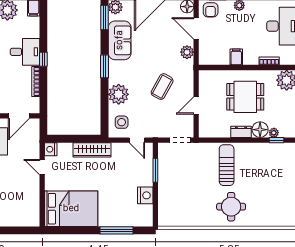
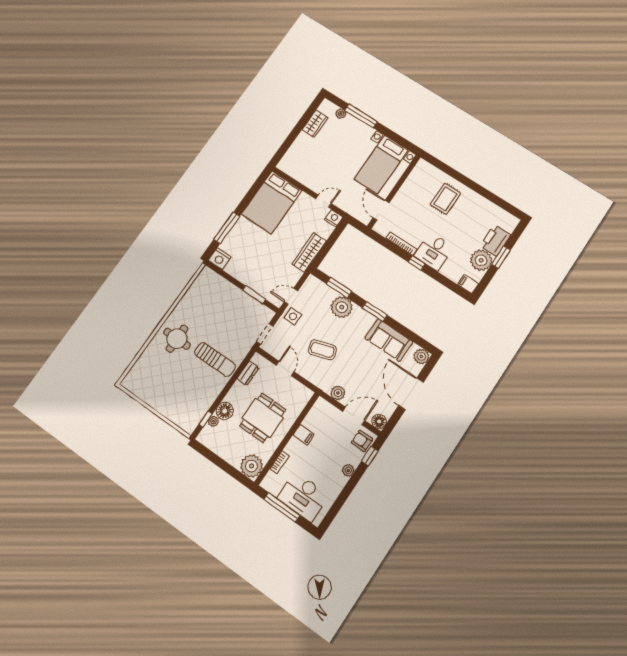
window: (105, 17) -> (339, 288), moved
coffee table: (162, 87) -> (322, 350), turned -47
side table: (122, 122) -> (293, 316), moved
dresser: (241, 132) -> (248, 373), moved
nightstand: (145, 195) -> (220, 259), moved

